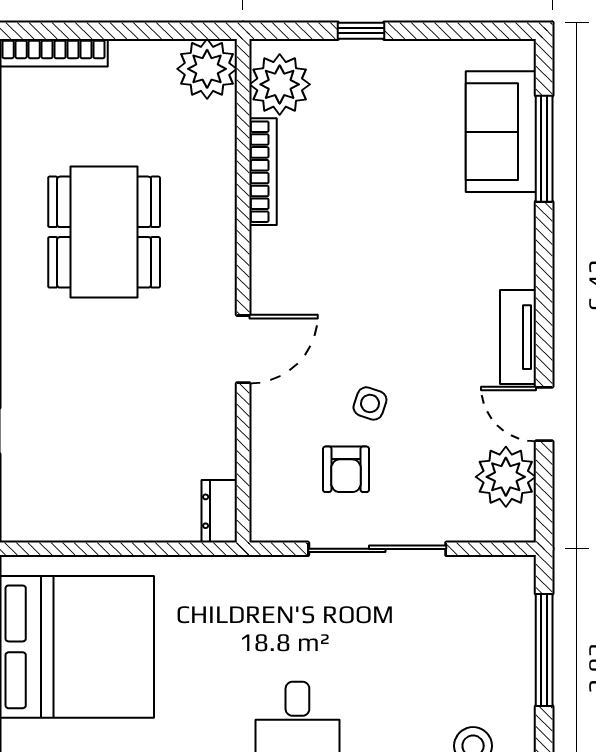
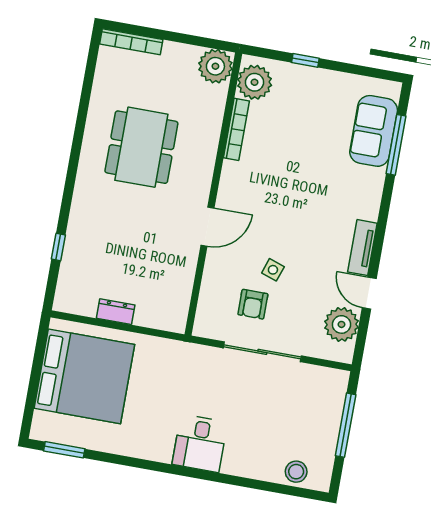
dresser: (219, 511) -> (116, 312), moved, turned 90

